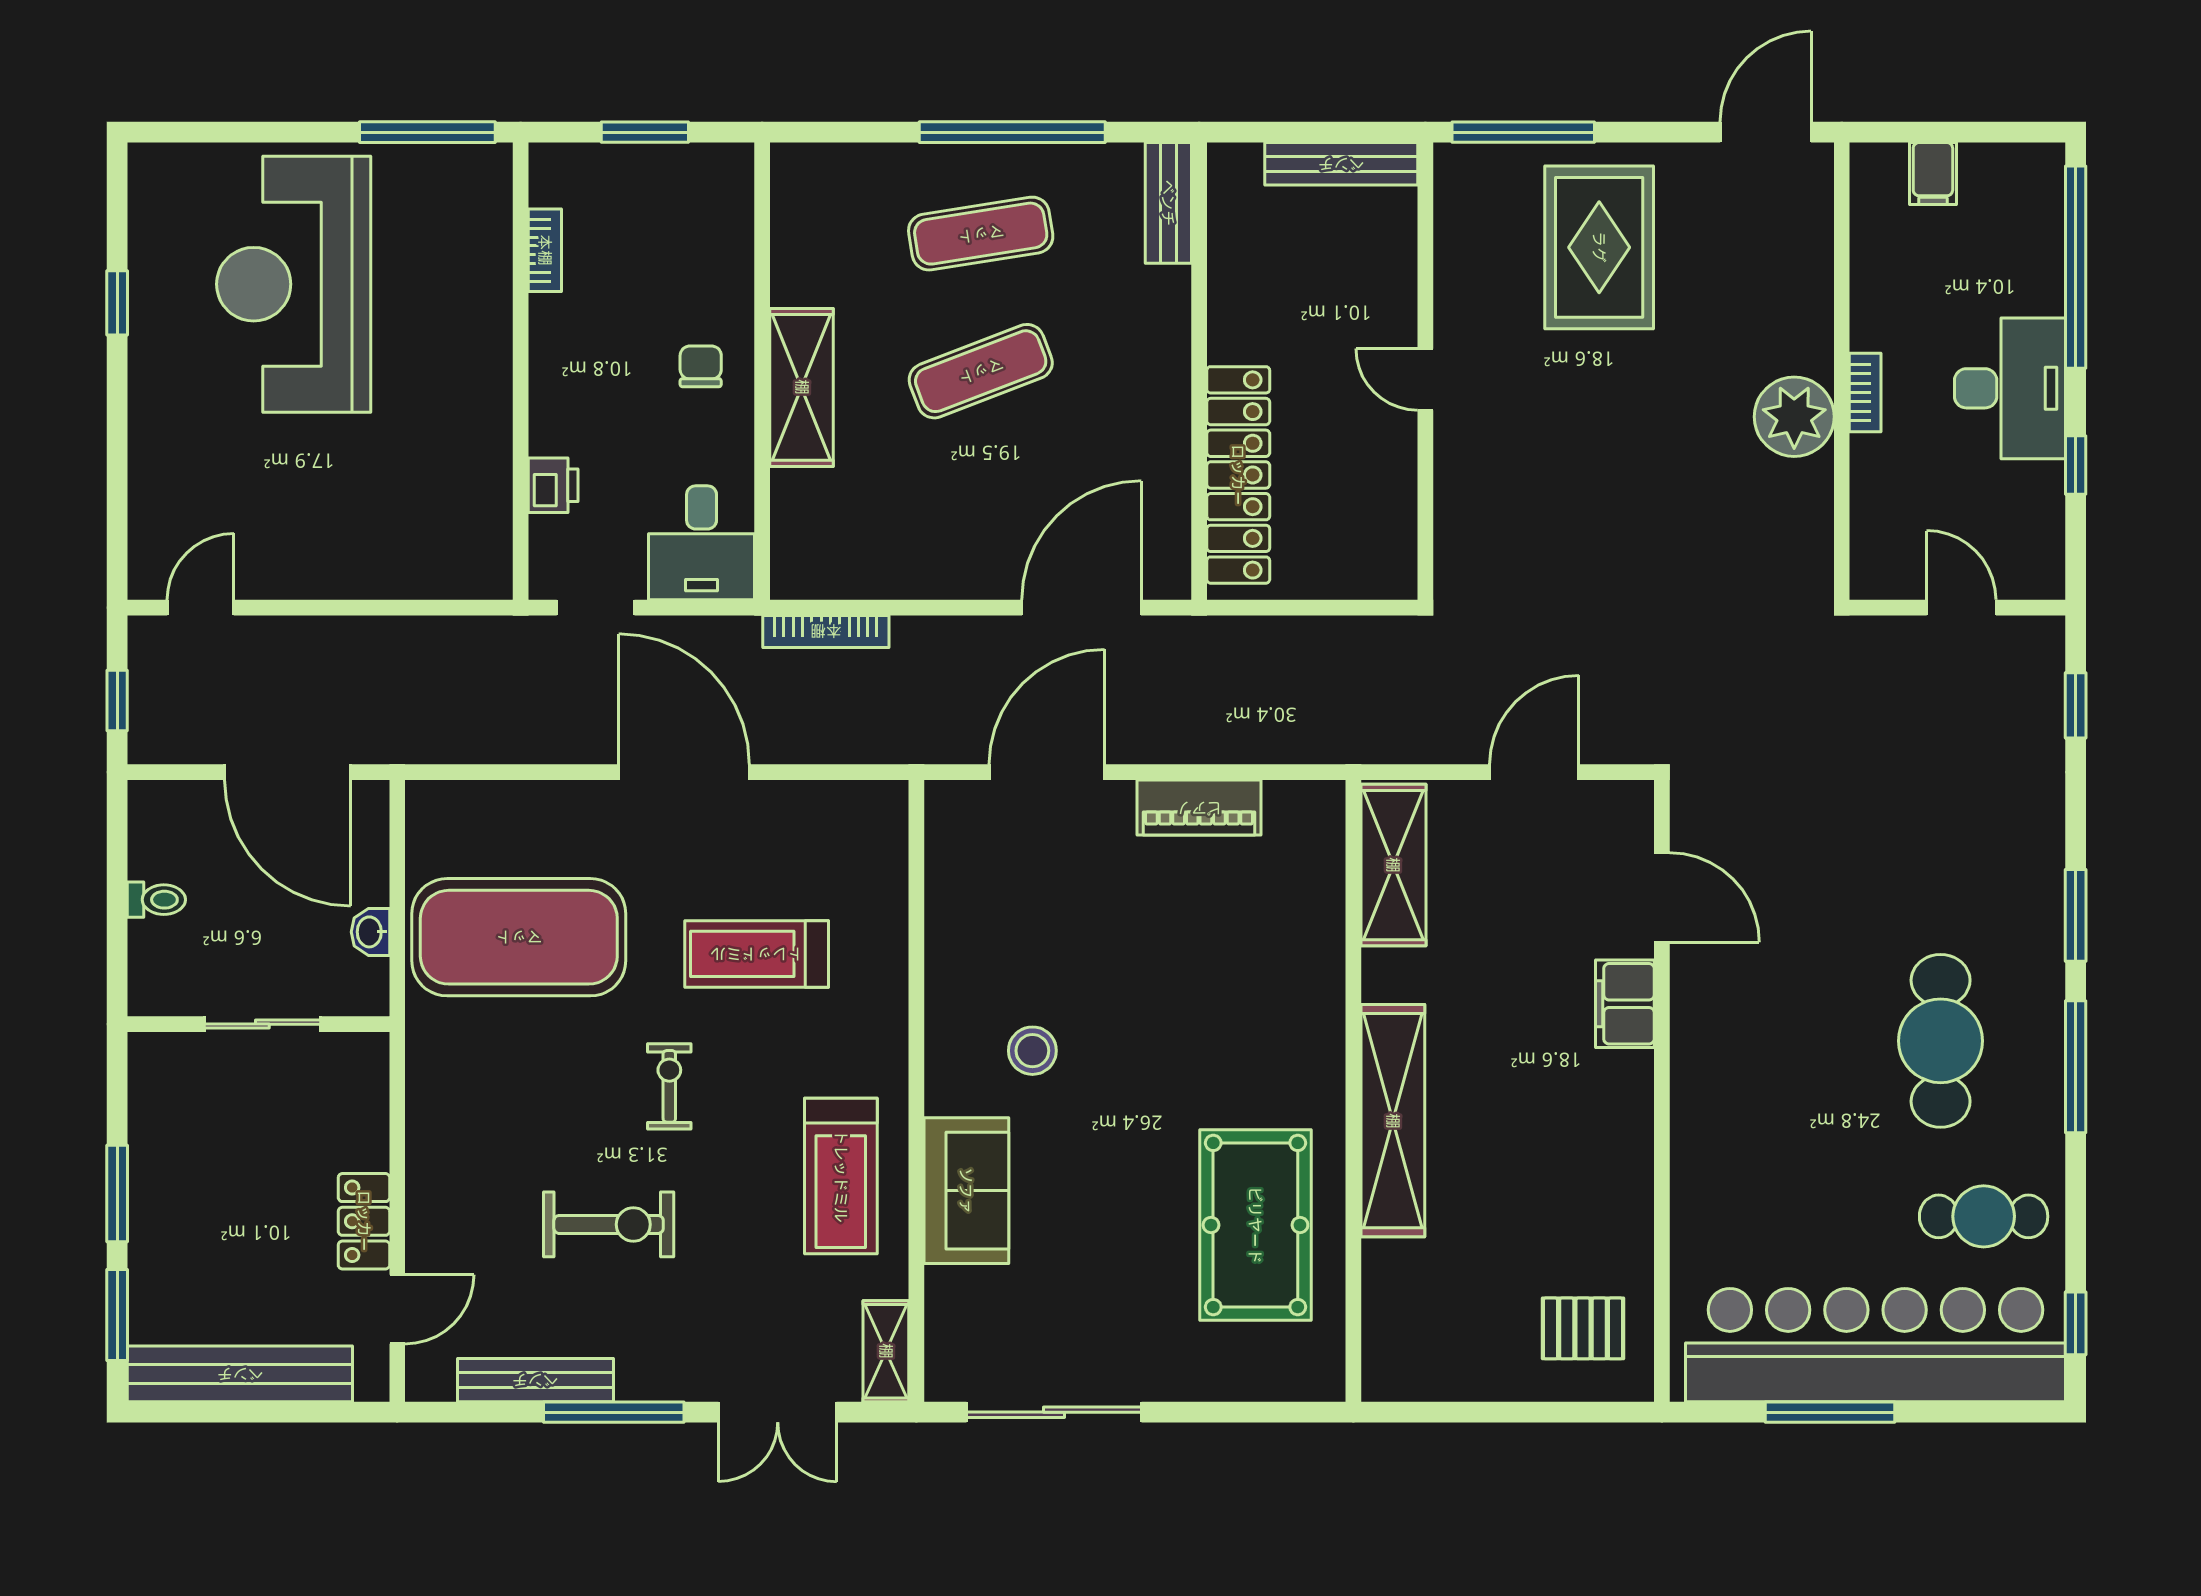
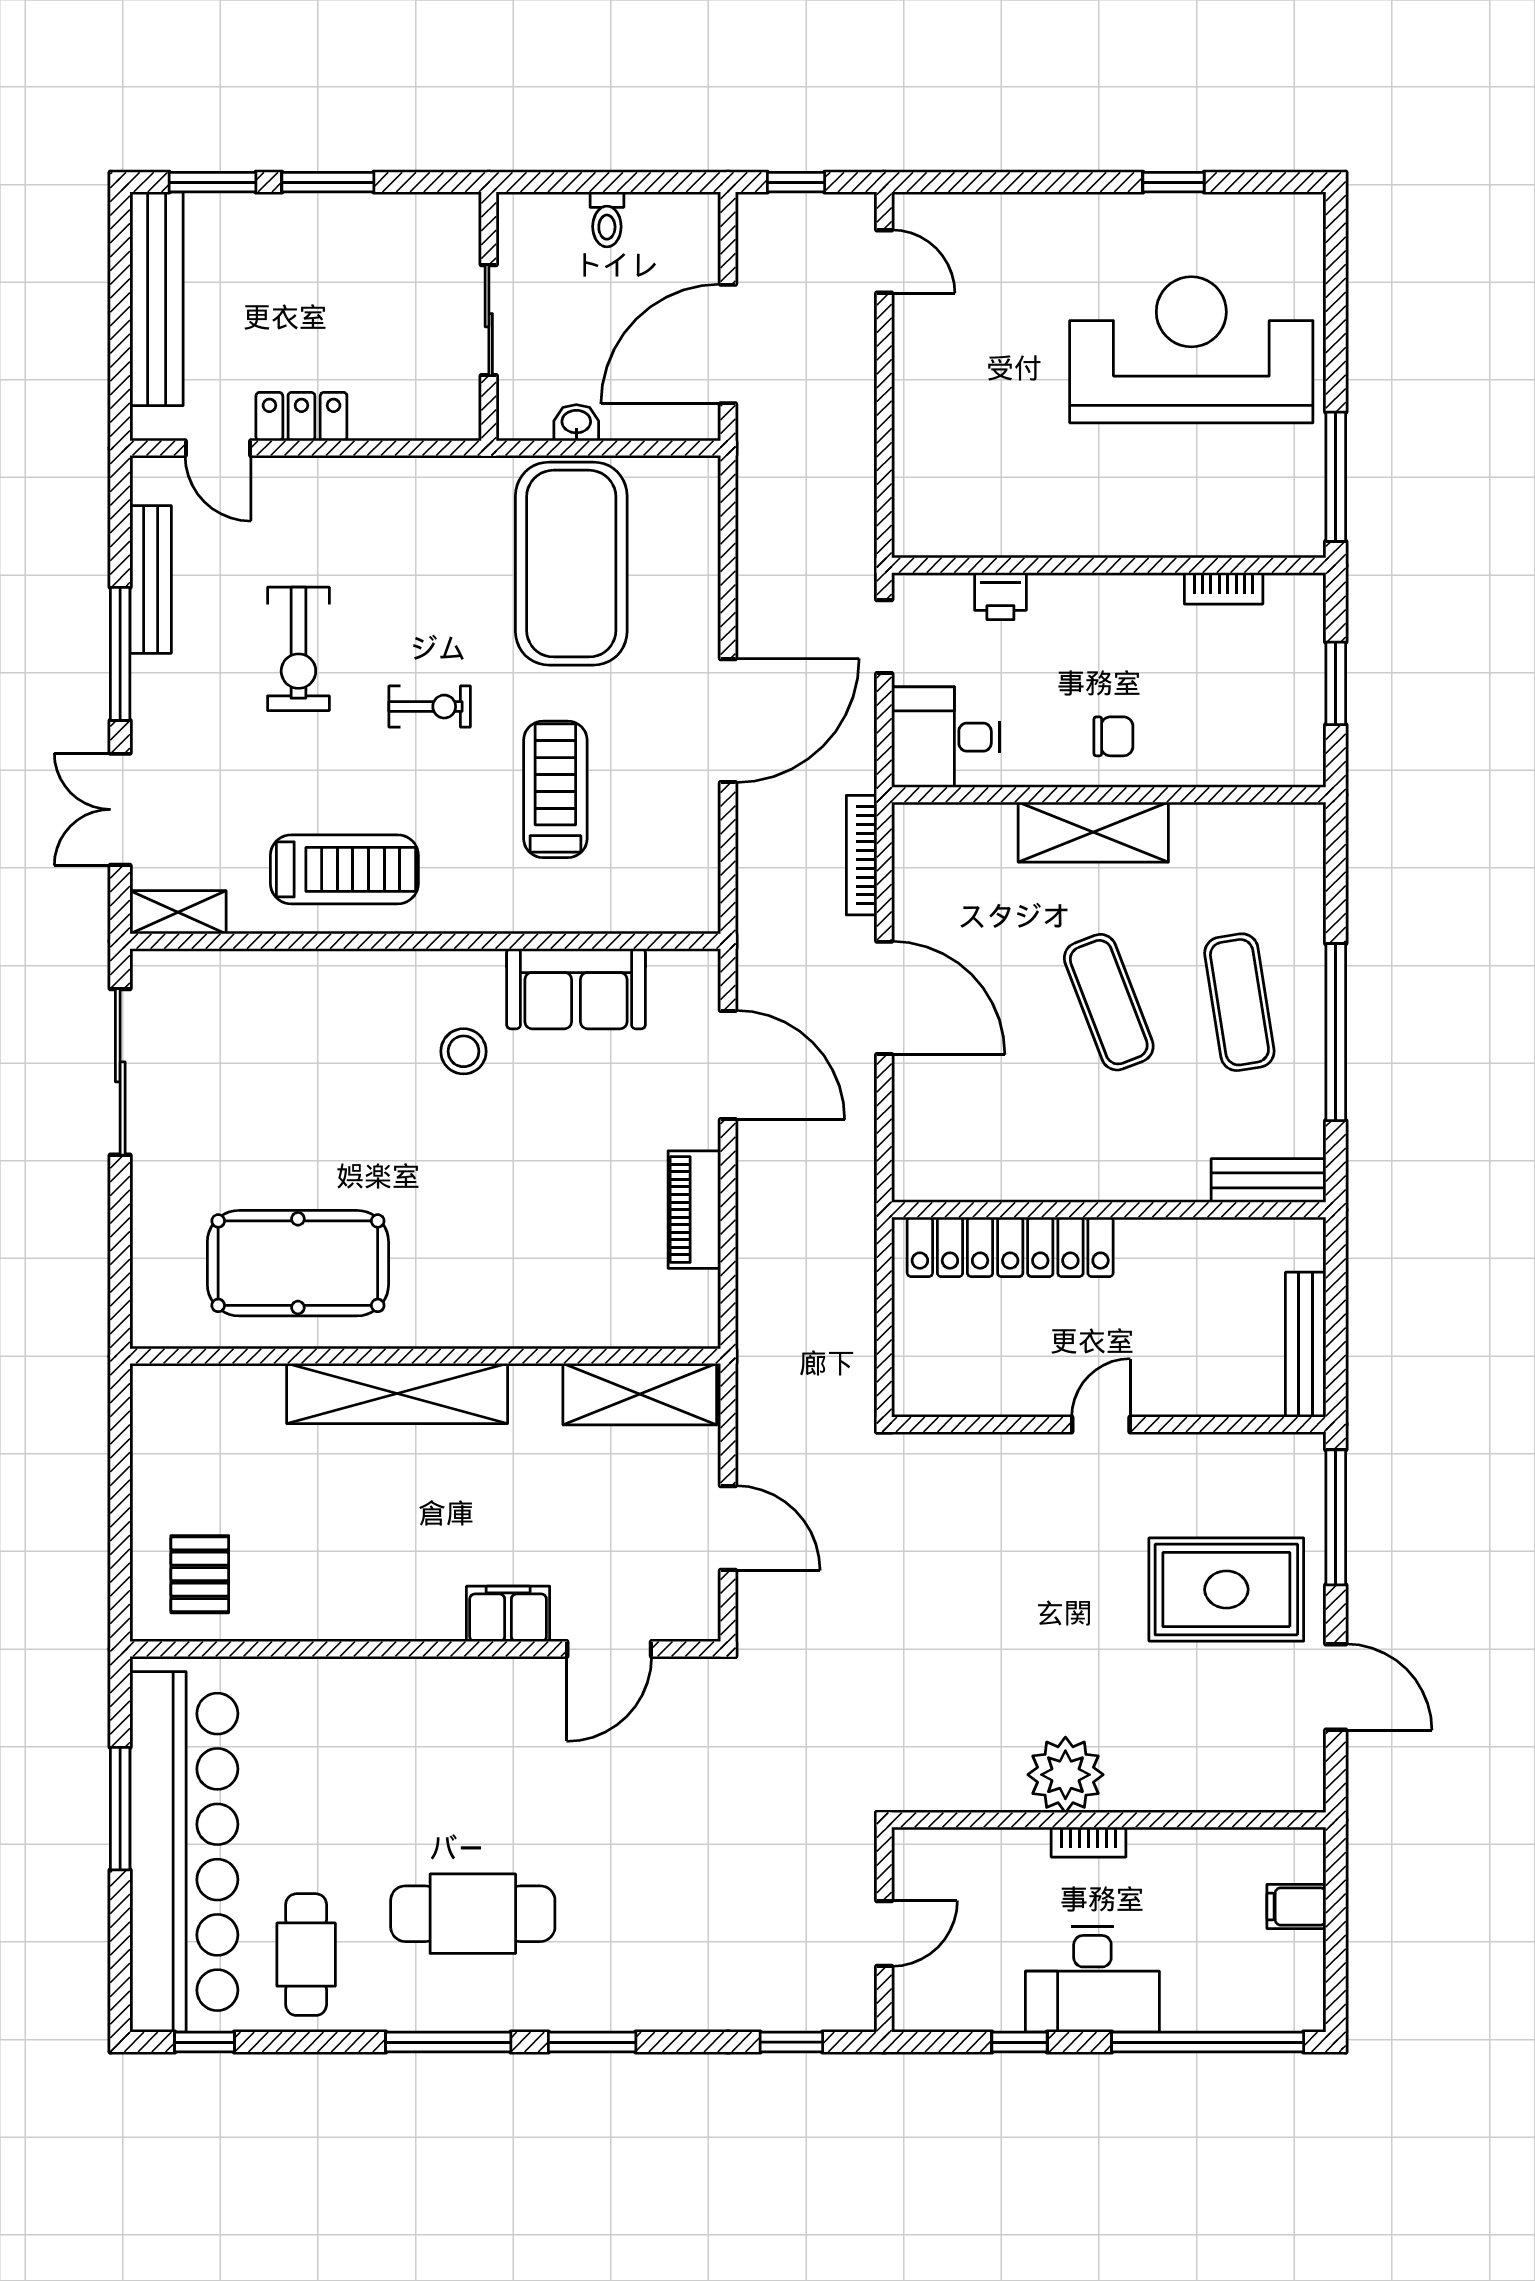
door: (1766, 132) -> (1336, 1687), moved
door: (1081, 608) -> (884, 998), moved
treadmill: (841, 1176) -> (344, 869), turned 180
sofa: (966, 1191) -> (576, 989), moved

